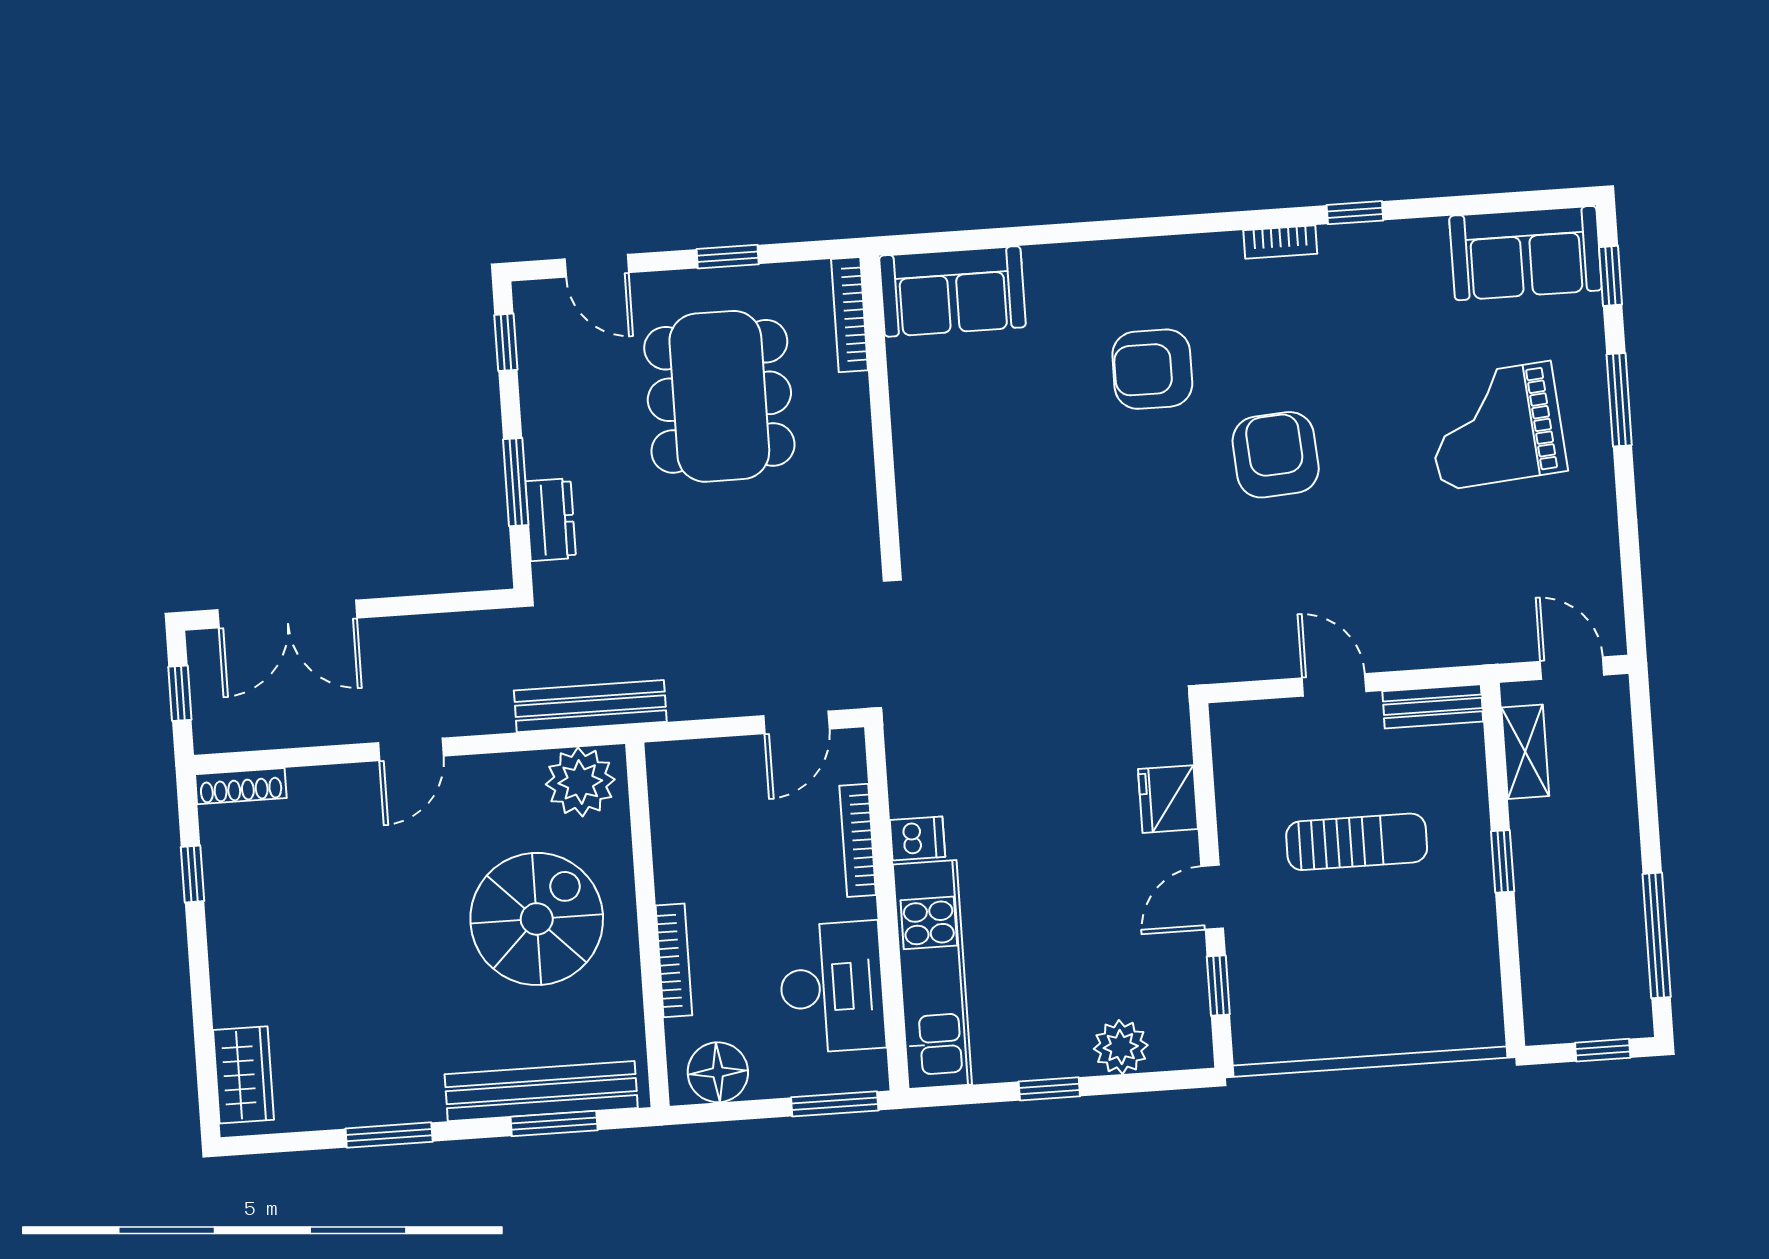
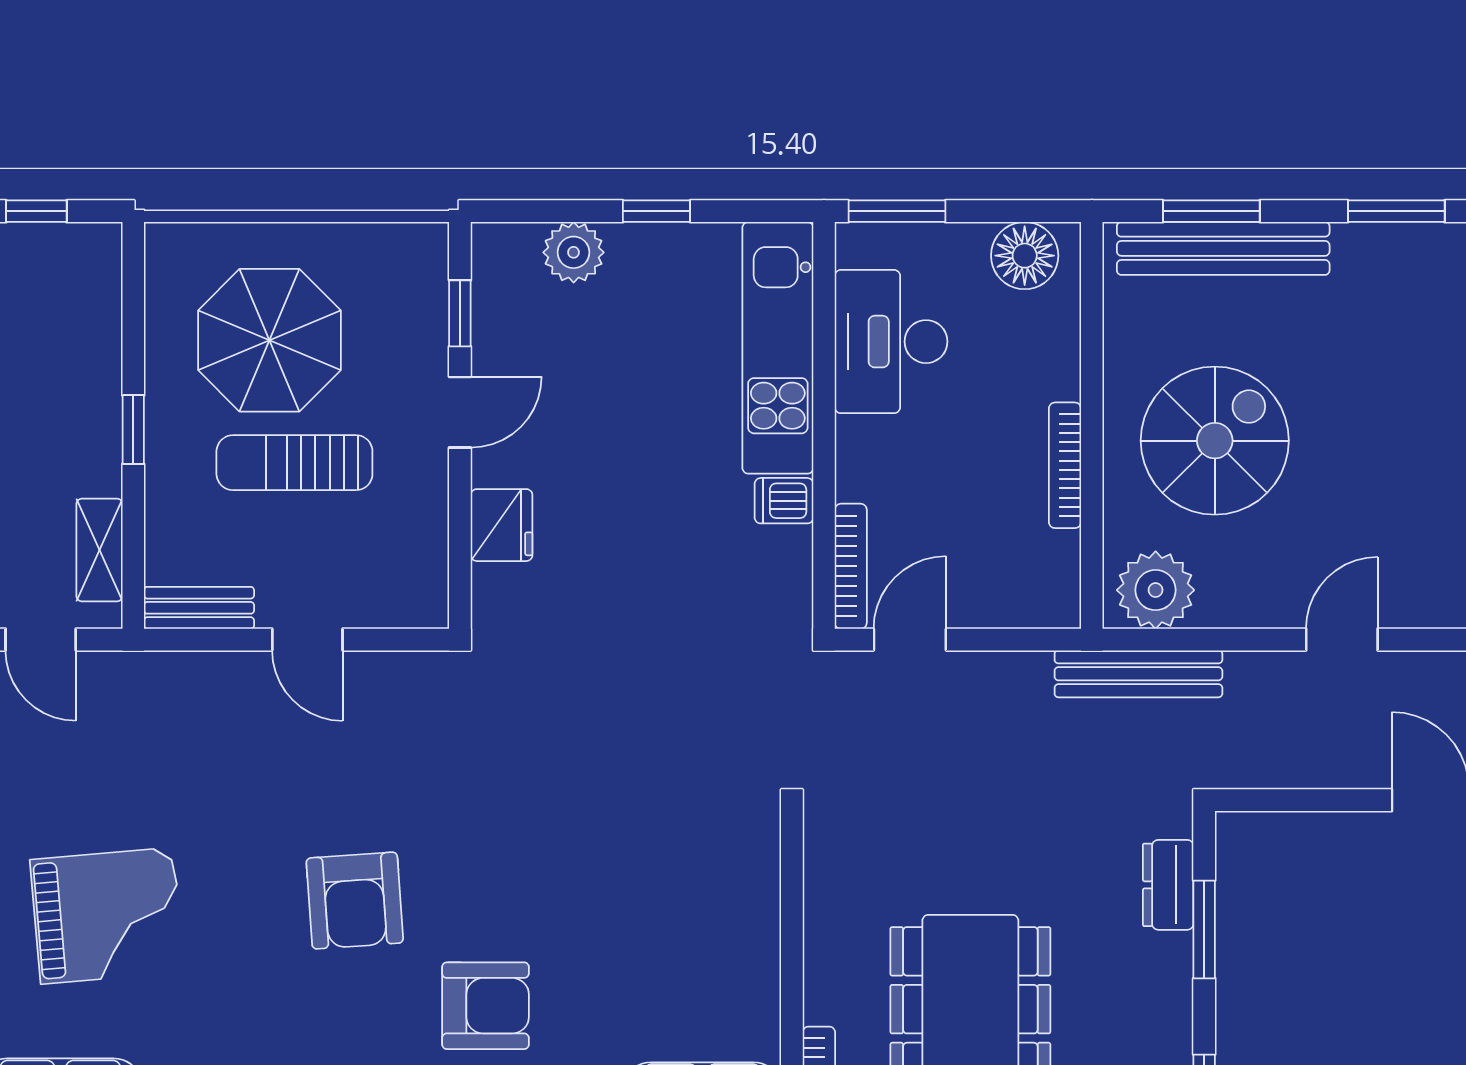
bookcase: (858, 840) -> (851, 566), moved
spiral stairs: (537, 919) -> (1215, 441), turned 180
parasol: (1387, 950) -> (269, 340), added
bookcase: (674, 960) -> (1065, 465), moved

